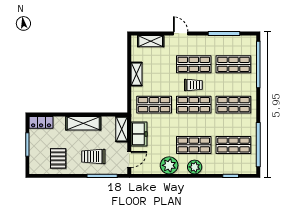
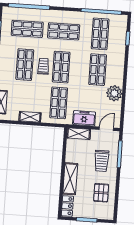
shop shelf: (233, 64) -> (27, 29), turned 90
shop shelf: (233, 105) -> (64, 31), turned 90
shelving: (83, 123) -> (70, 179), moved
pallet: (58, 158) -> (101, 193), turned 90
door: (129, 159) -> (106, 129), hinge flipped
plant: (195, 167) -> (117, 70), removed

